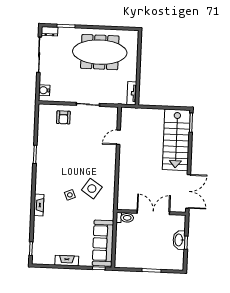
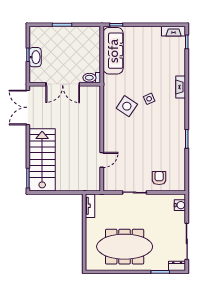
fireplace: (67, 261) -> (174, 31), moved

